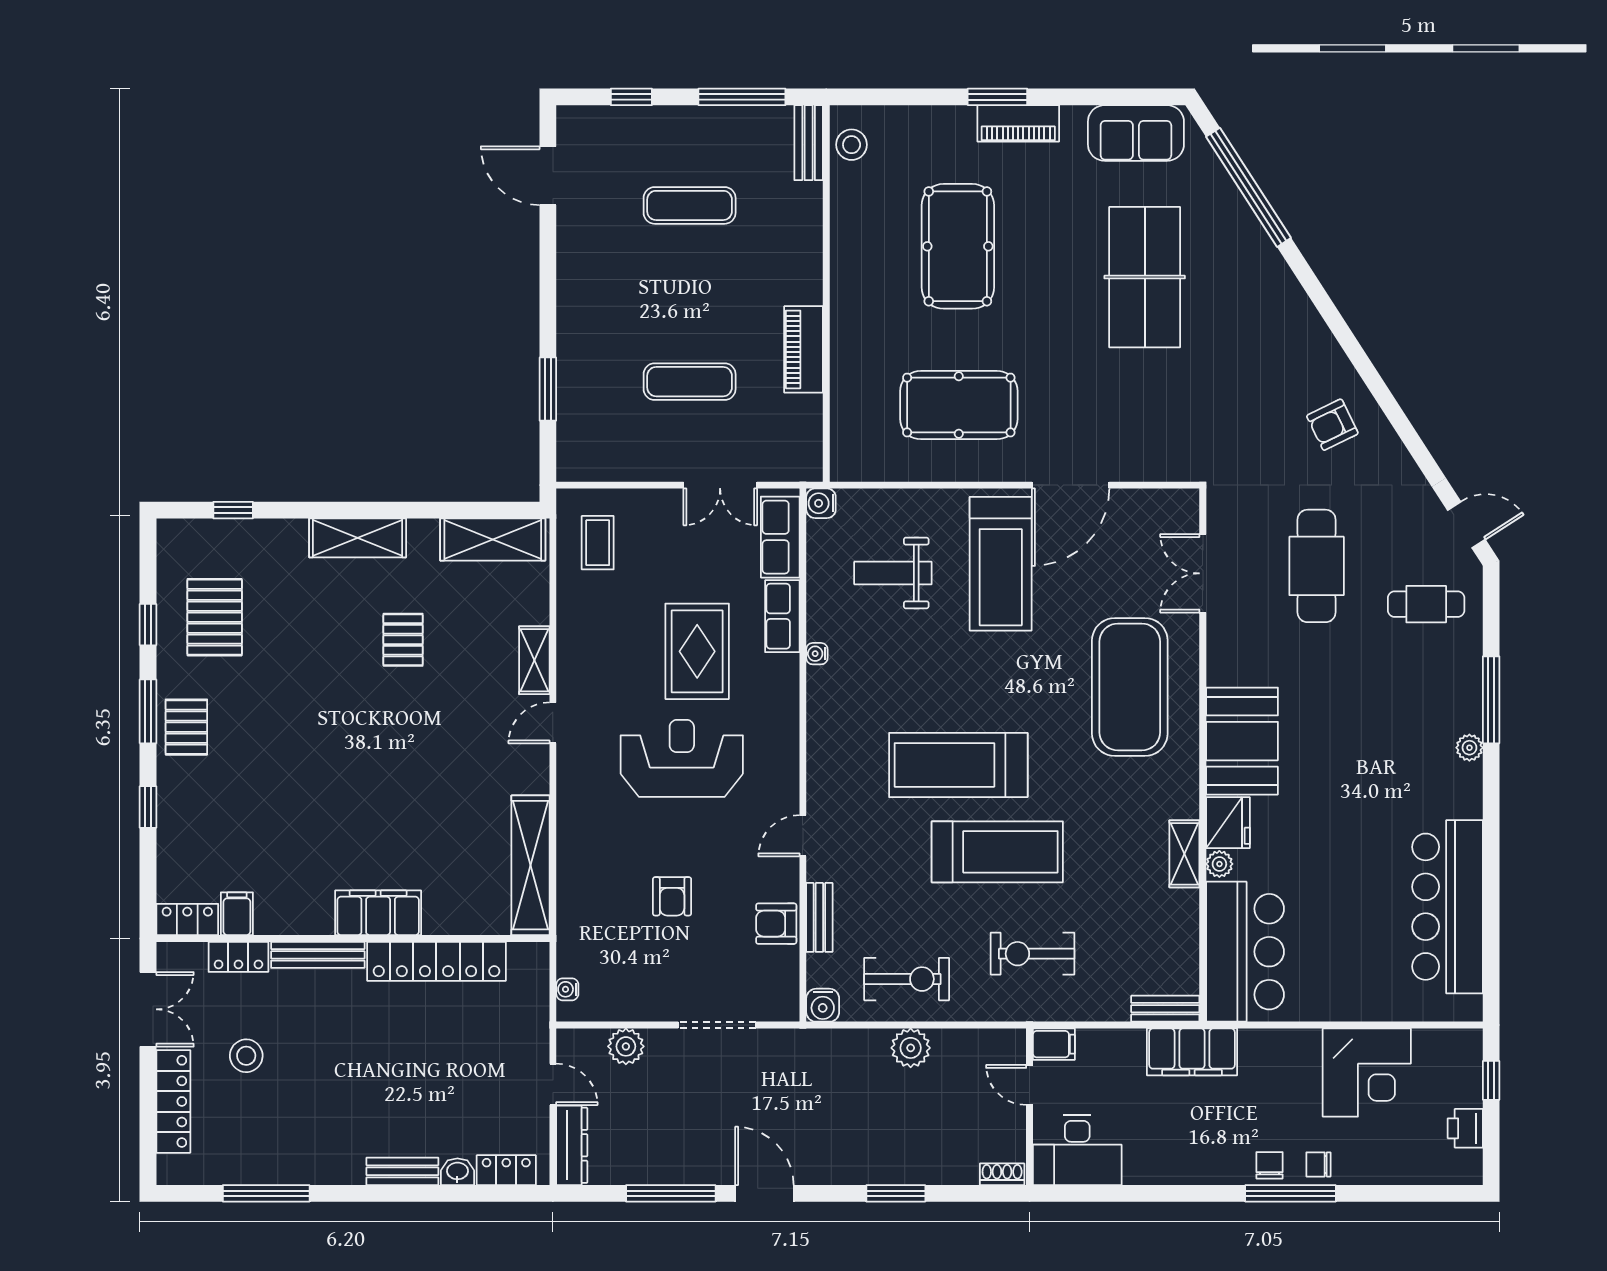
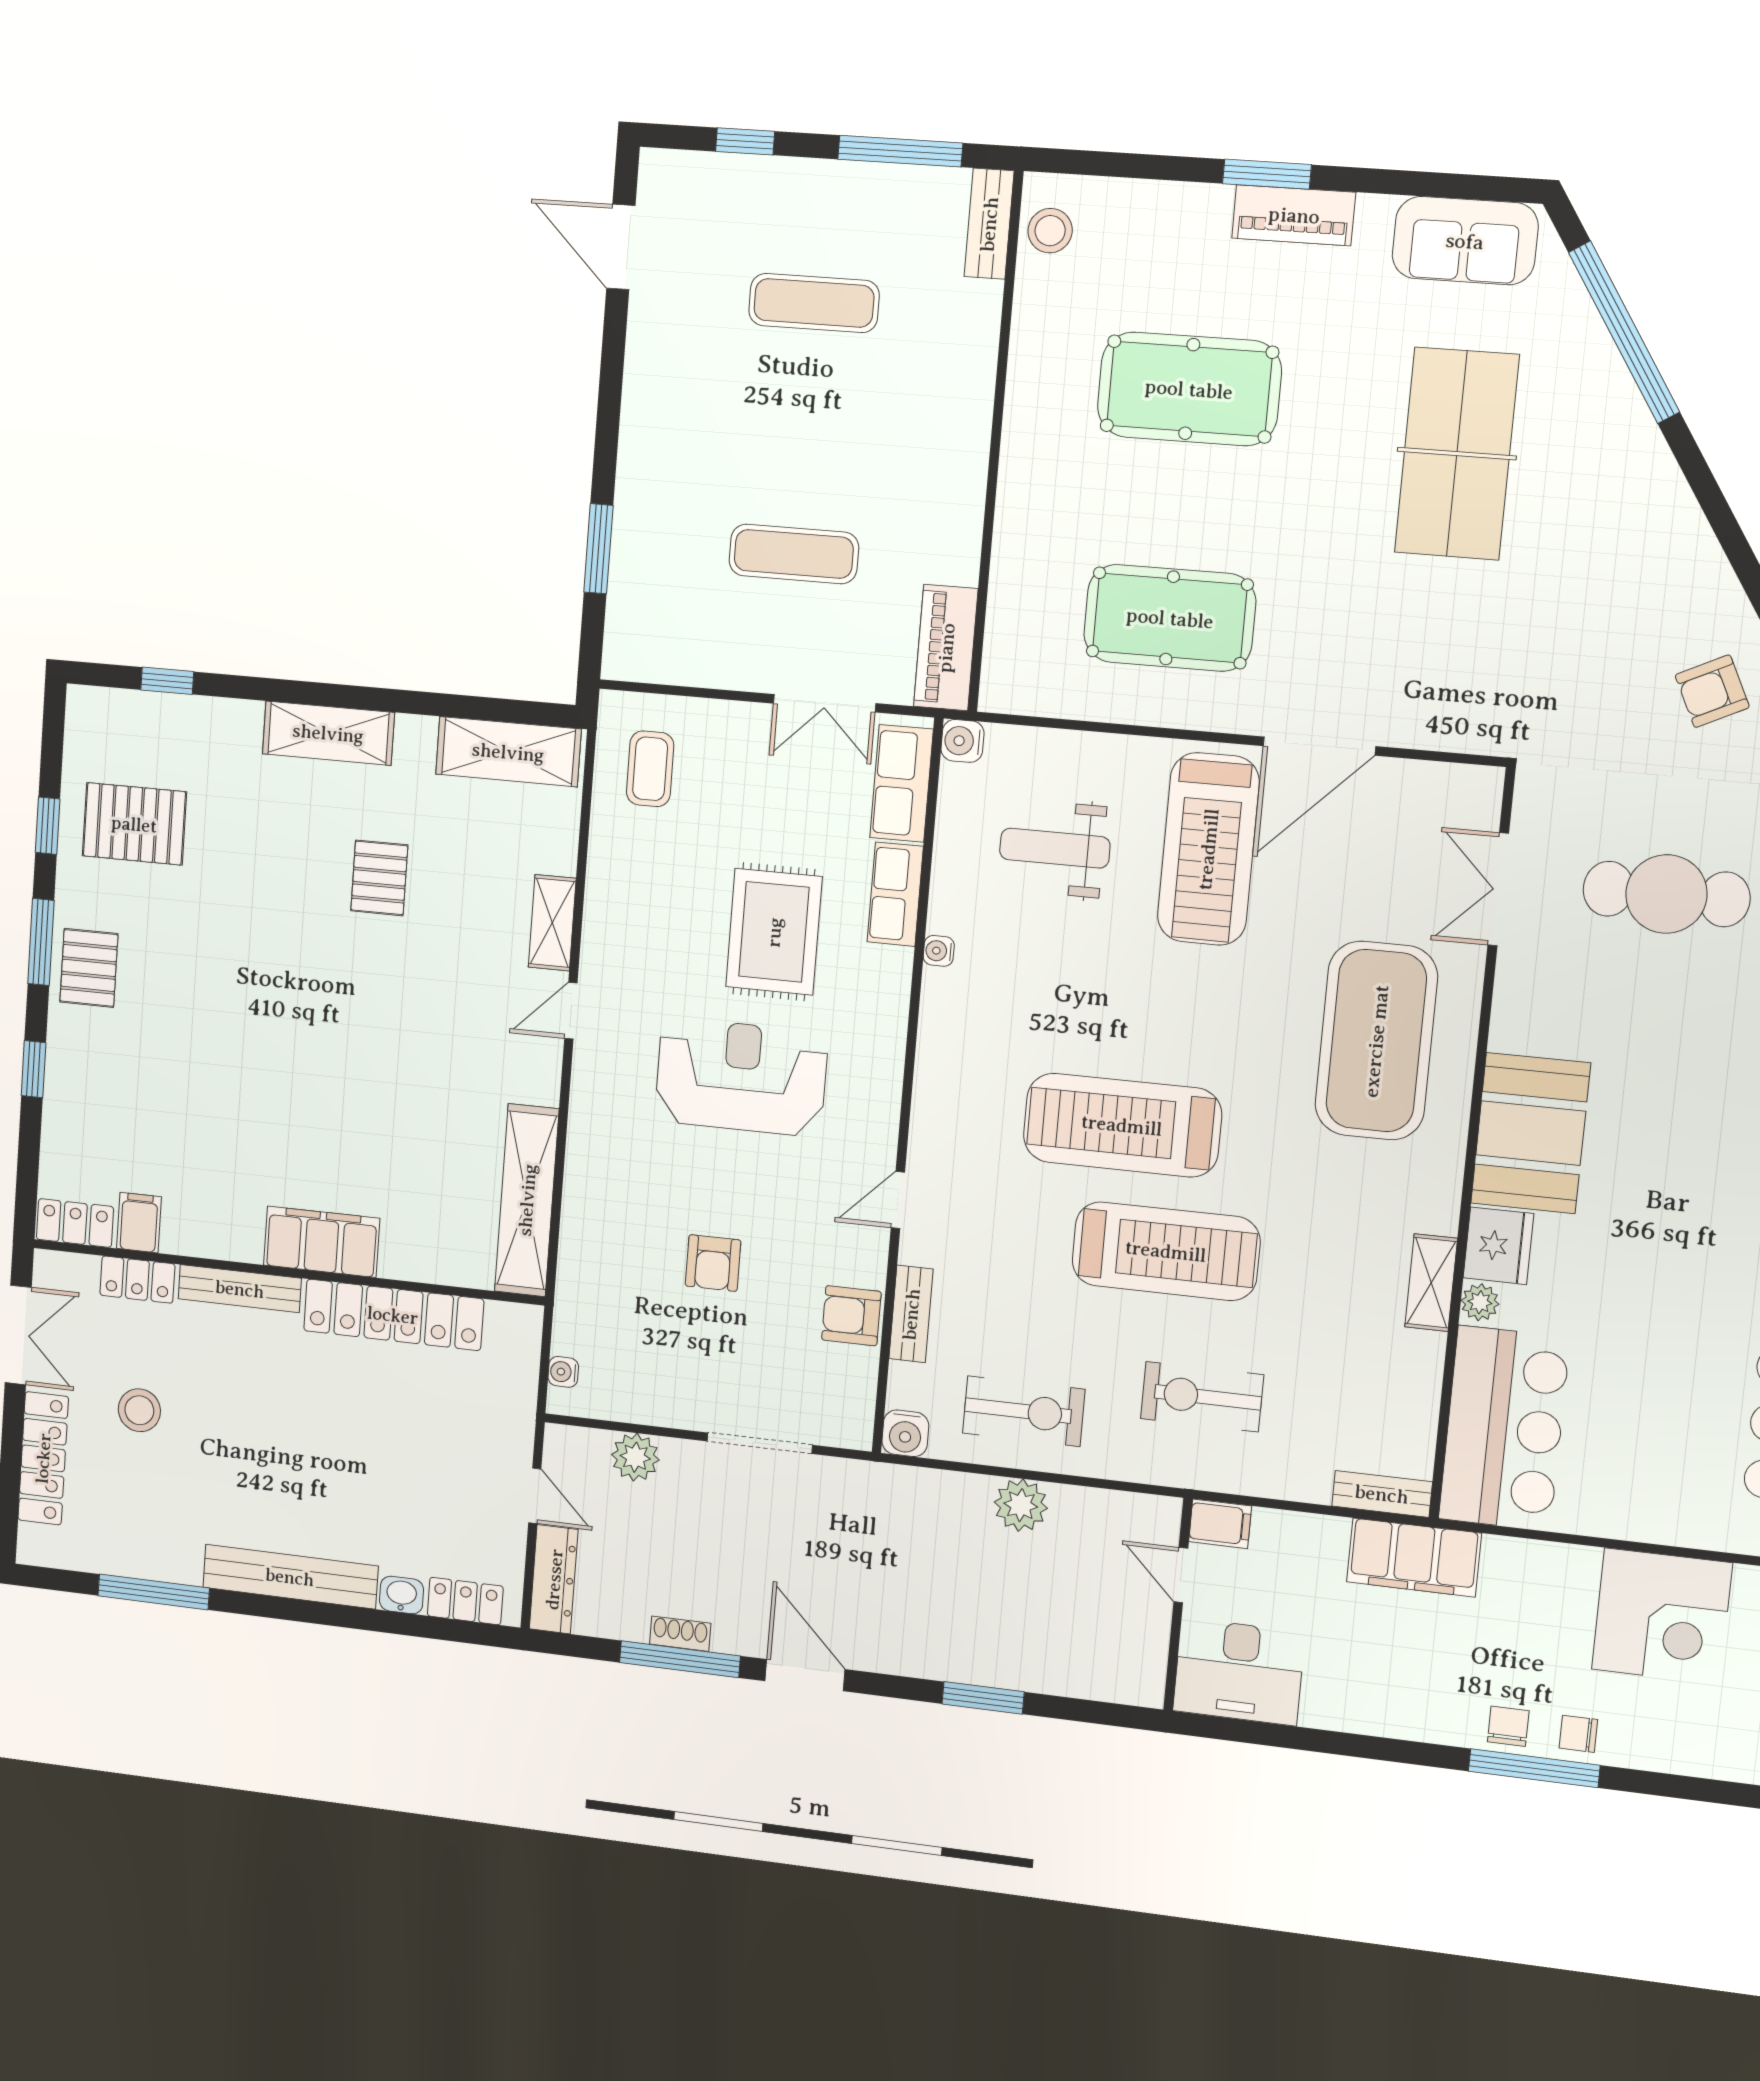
pool table: (958, 246) -> (1189, 389), turned 90
piano: (804, 349) -> (946, 648), moved
cafe table: (1317, 566) -> (1666, 894), turned 90
pallet: (215, 617) -> (134, 824), turned 90
bench: (402, 1171) -> (290, 1577), width x1.86, depth x1.21
shoe rack: (1002, 1174) -> (680, 1634), moved

